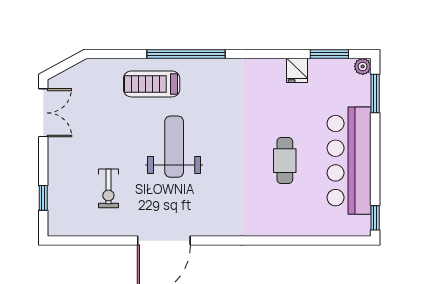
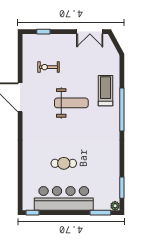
fridge: (297, 70) -> (113, 170), removed

